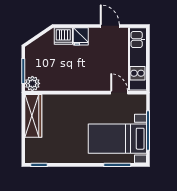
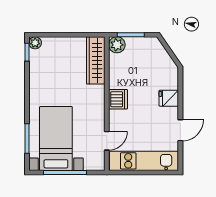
dishwasher: (63, 36) -> (118, 99), moved, turned 180
wardrobe: (33, 116) -> (96, 60), moved, turned 90
plant: (31, 158) -> (35, 43), added

